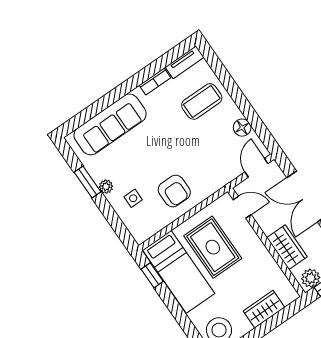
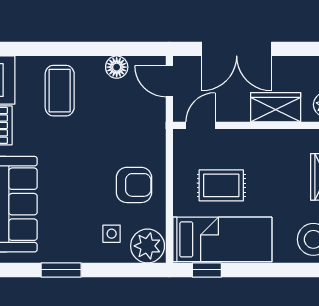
plant: (106, 187) -> (148, 246), moved, width x1.88, depth x1.88
rug: (213, 247) -> (221, 185), width x0.73, depth x0.70

